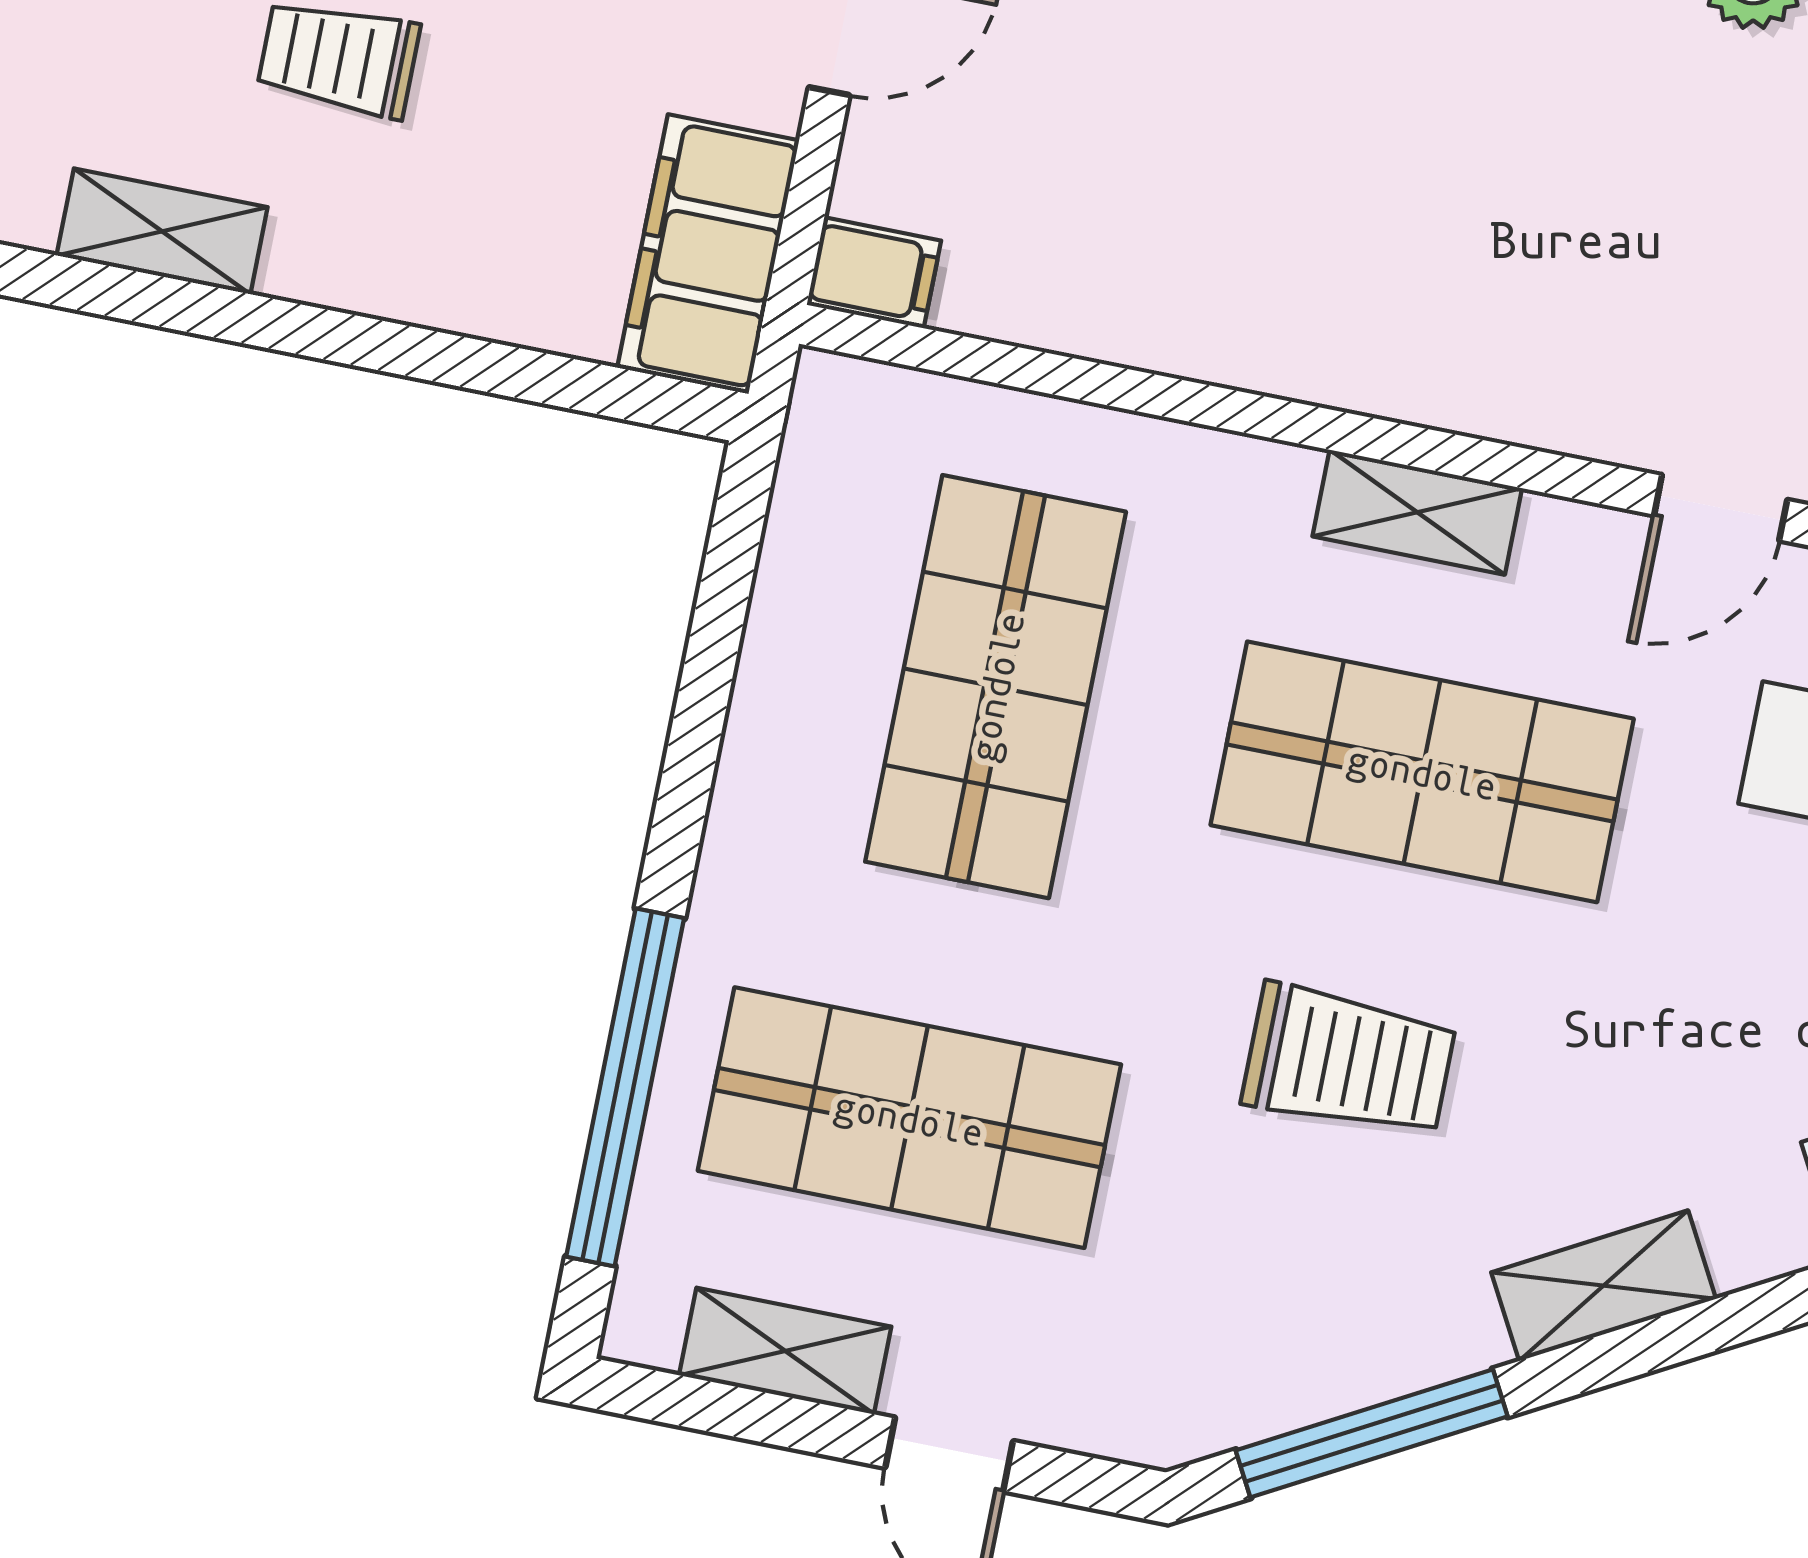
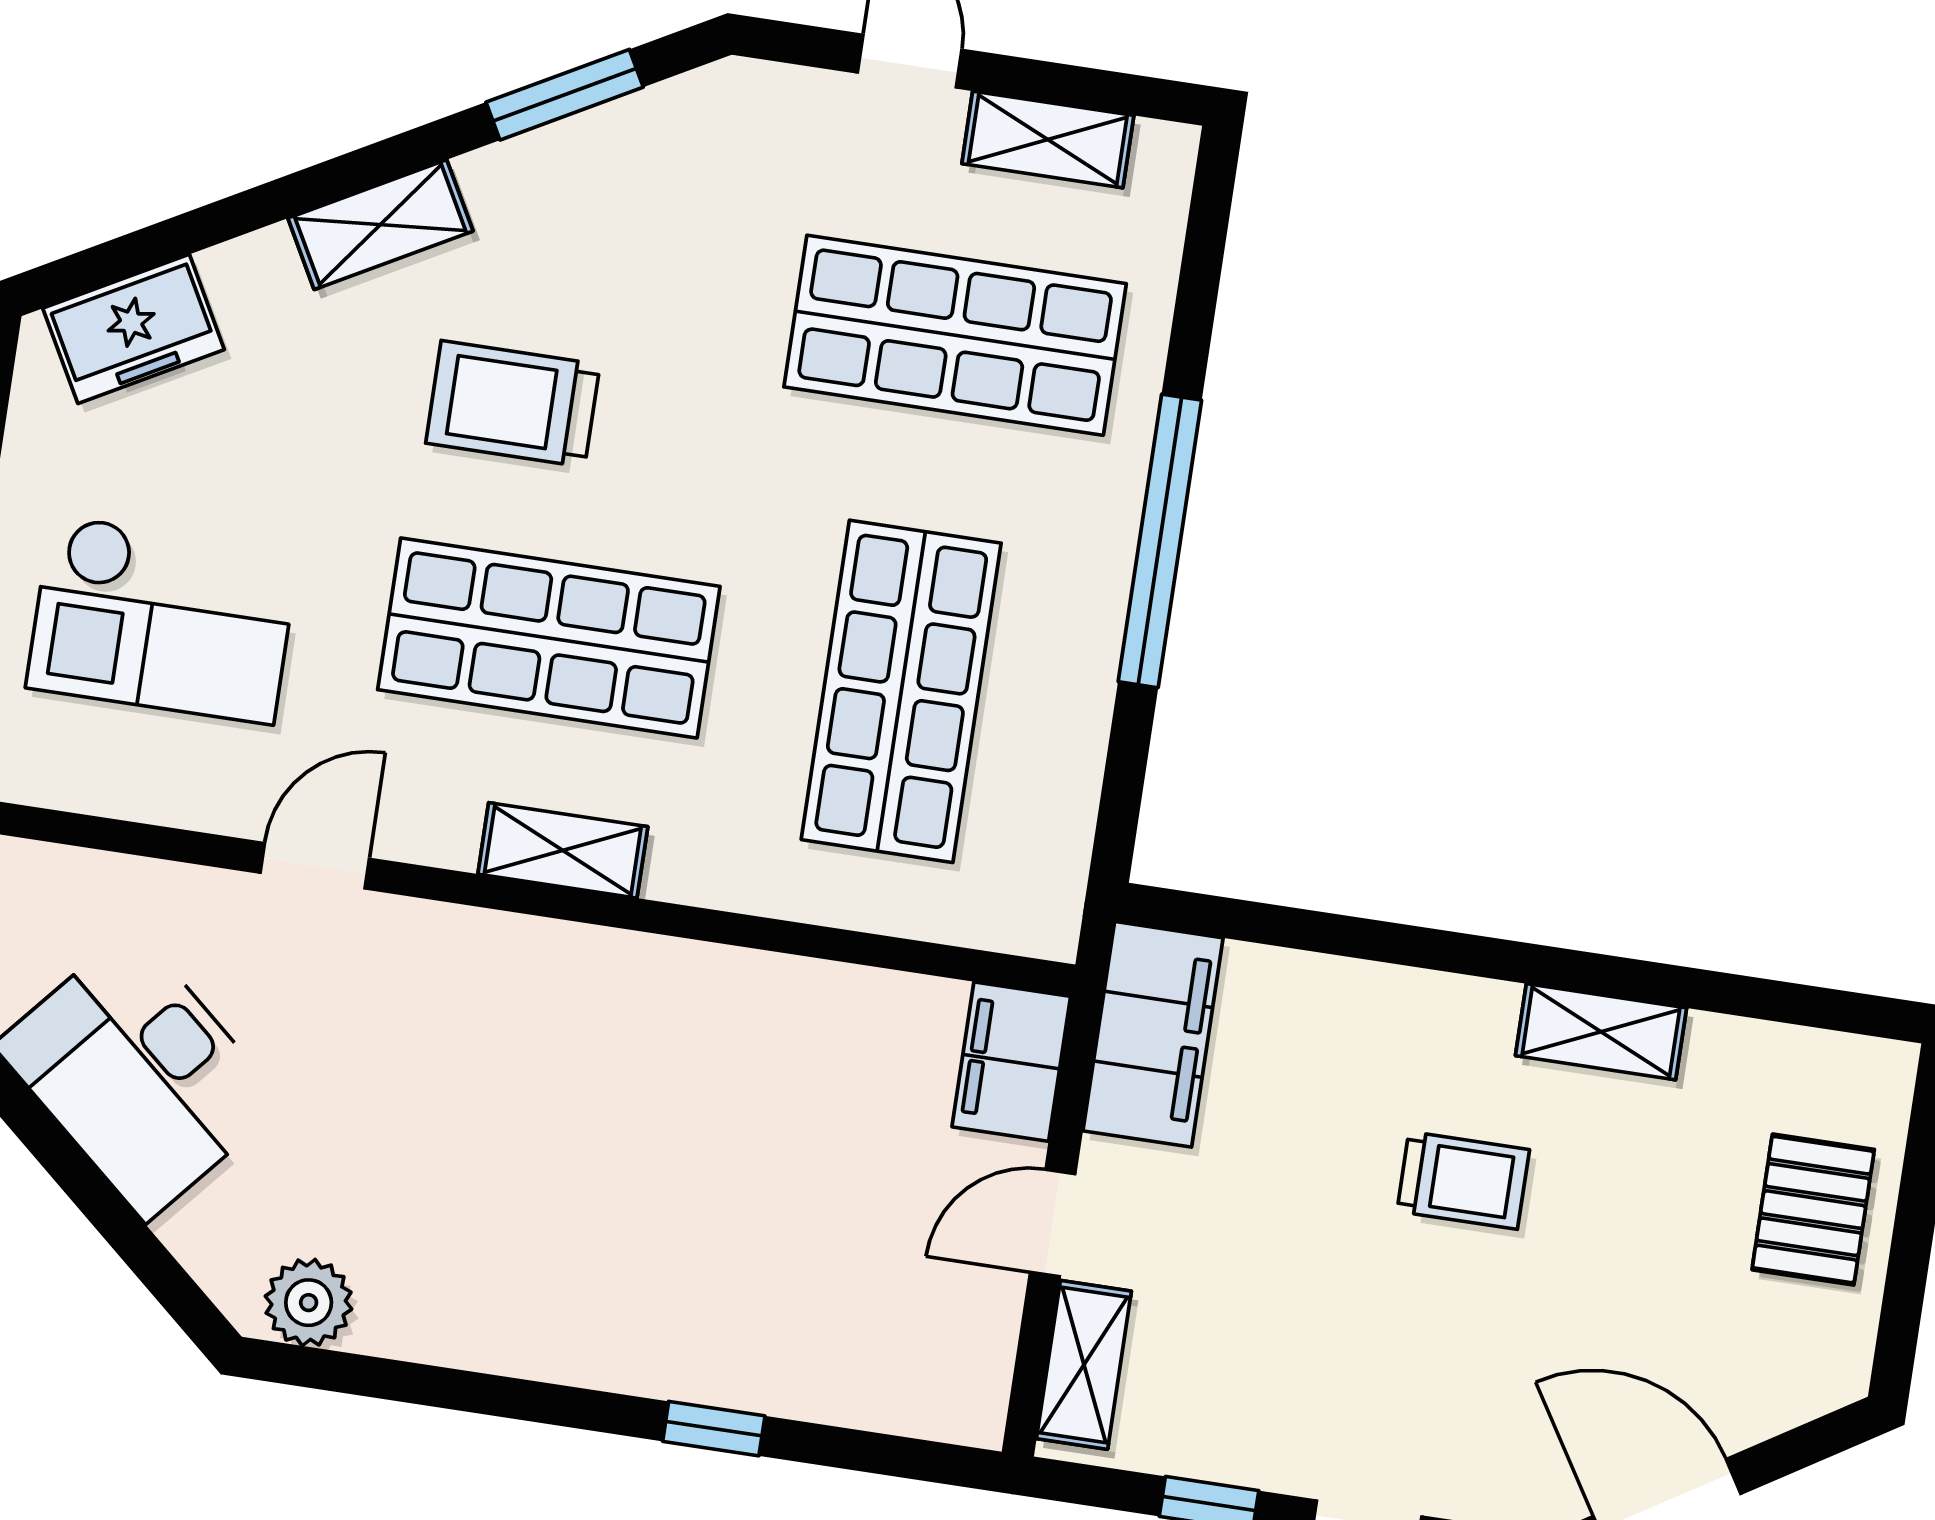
filing cabinet: (874, 273) -> (1011, 1062), width x2.00
trolley: (1349, 1061) -> (513, 404), moved
window: (625, 1087) -> (1160, 541), moved
window: (1372, 1433) -> (565, 95), width x0.69

